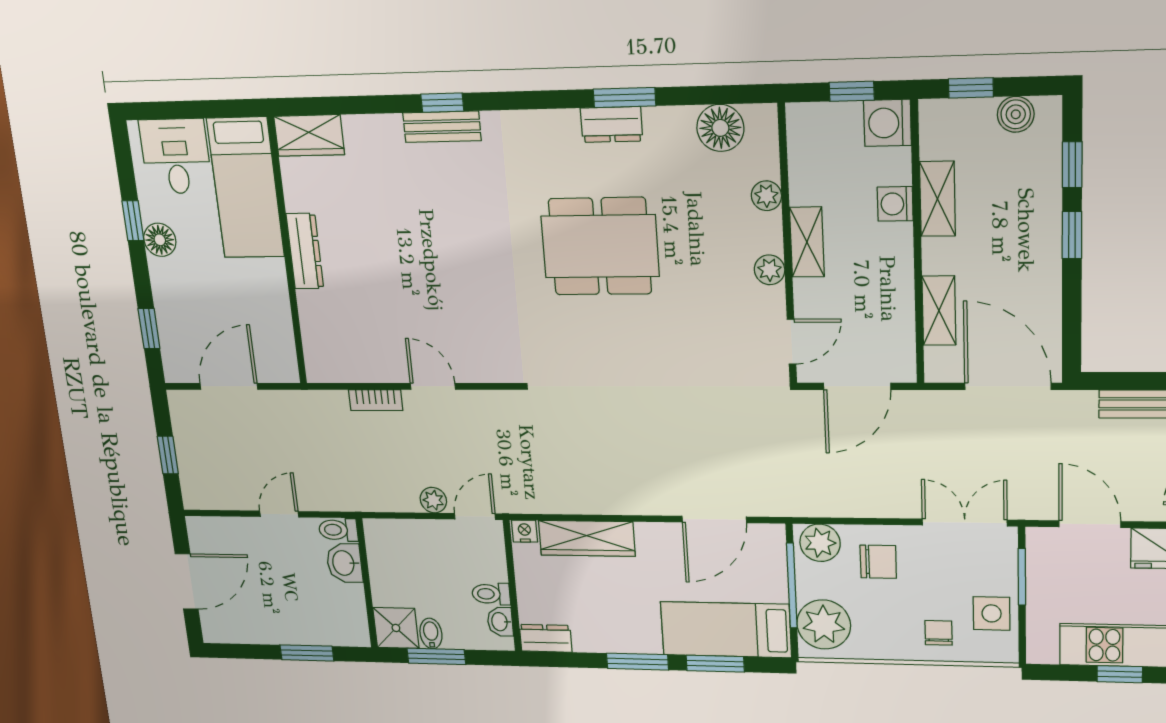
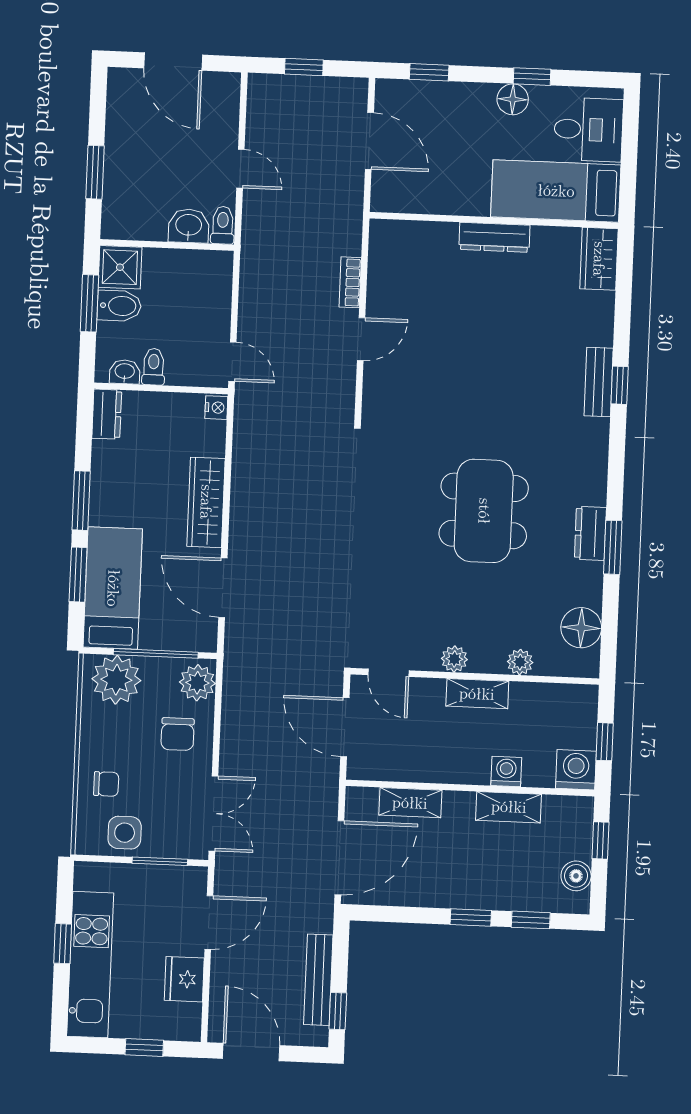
plant: (433, 500) -> (250, 324), removed
wardrobe: (587, 538) -> (206, 502), moved
bidet: (431, 634) -> (119, 306), width x1.38, depth x1.36

